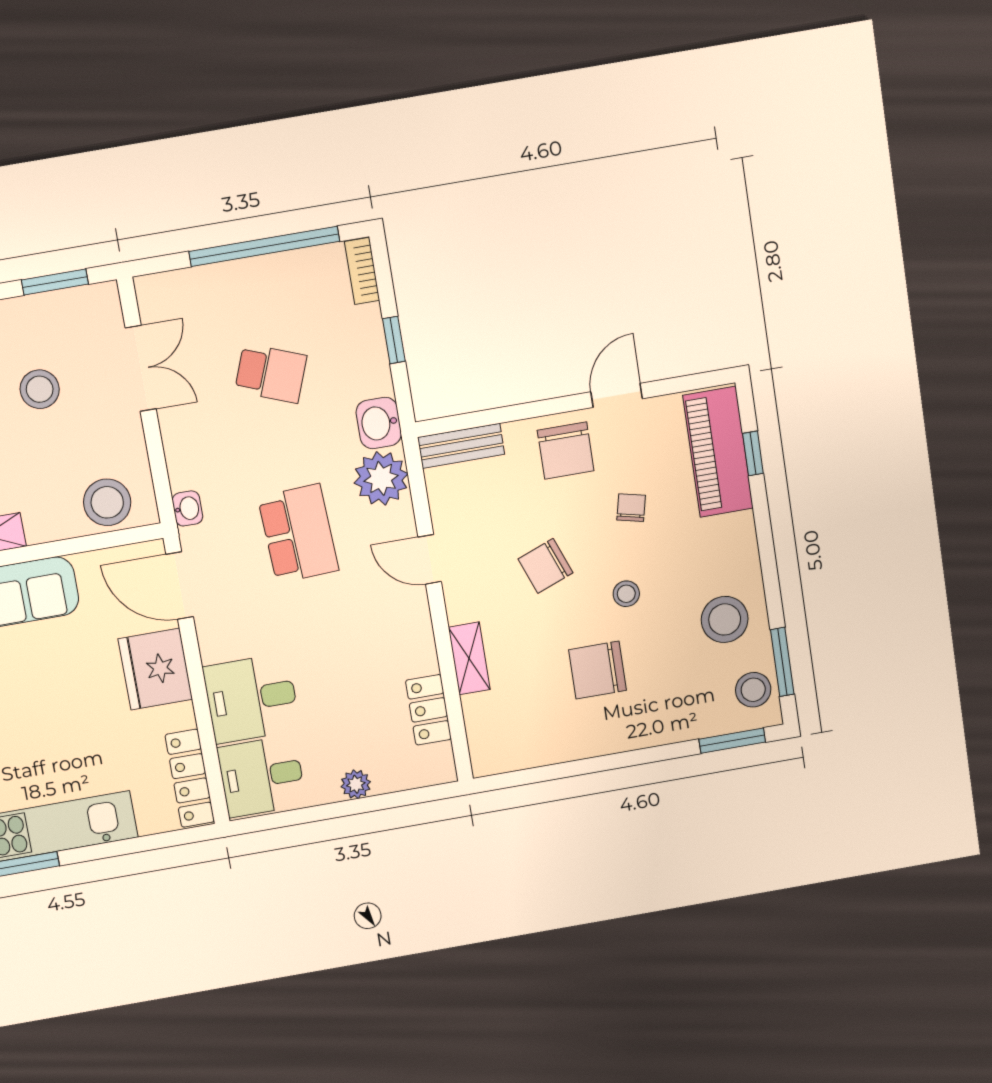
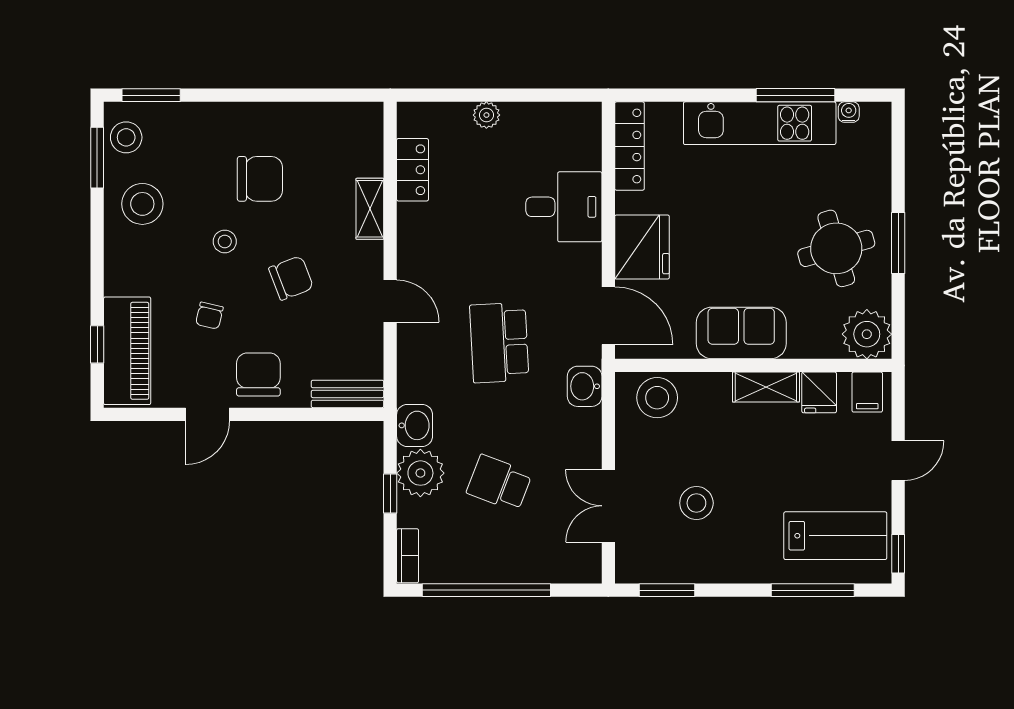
plant: (381, 478) -> (420, 473), moved
washbasin: (187, 508) -> (585, 386), width x1.38, depth x1.45
desk: (262, 776) -> (567, 137), removed

